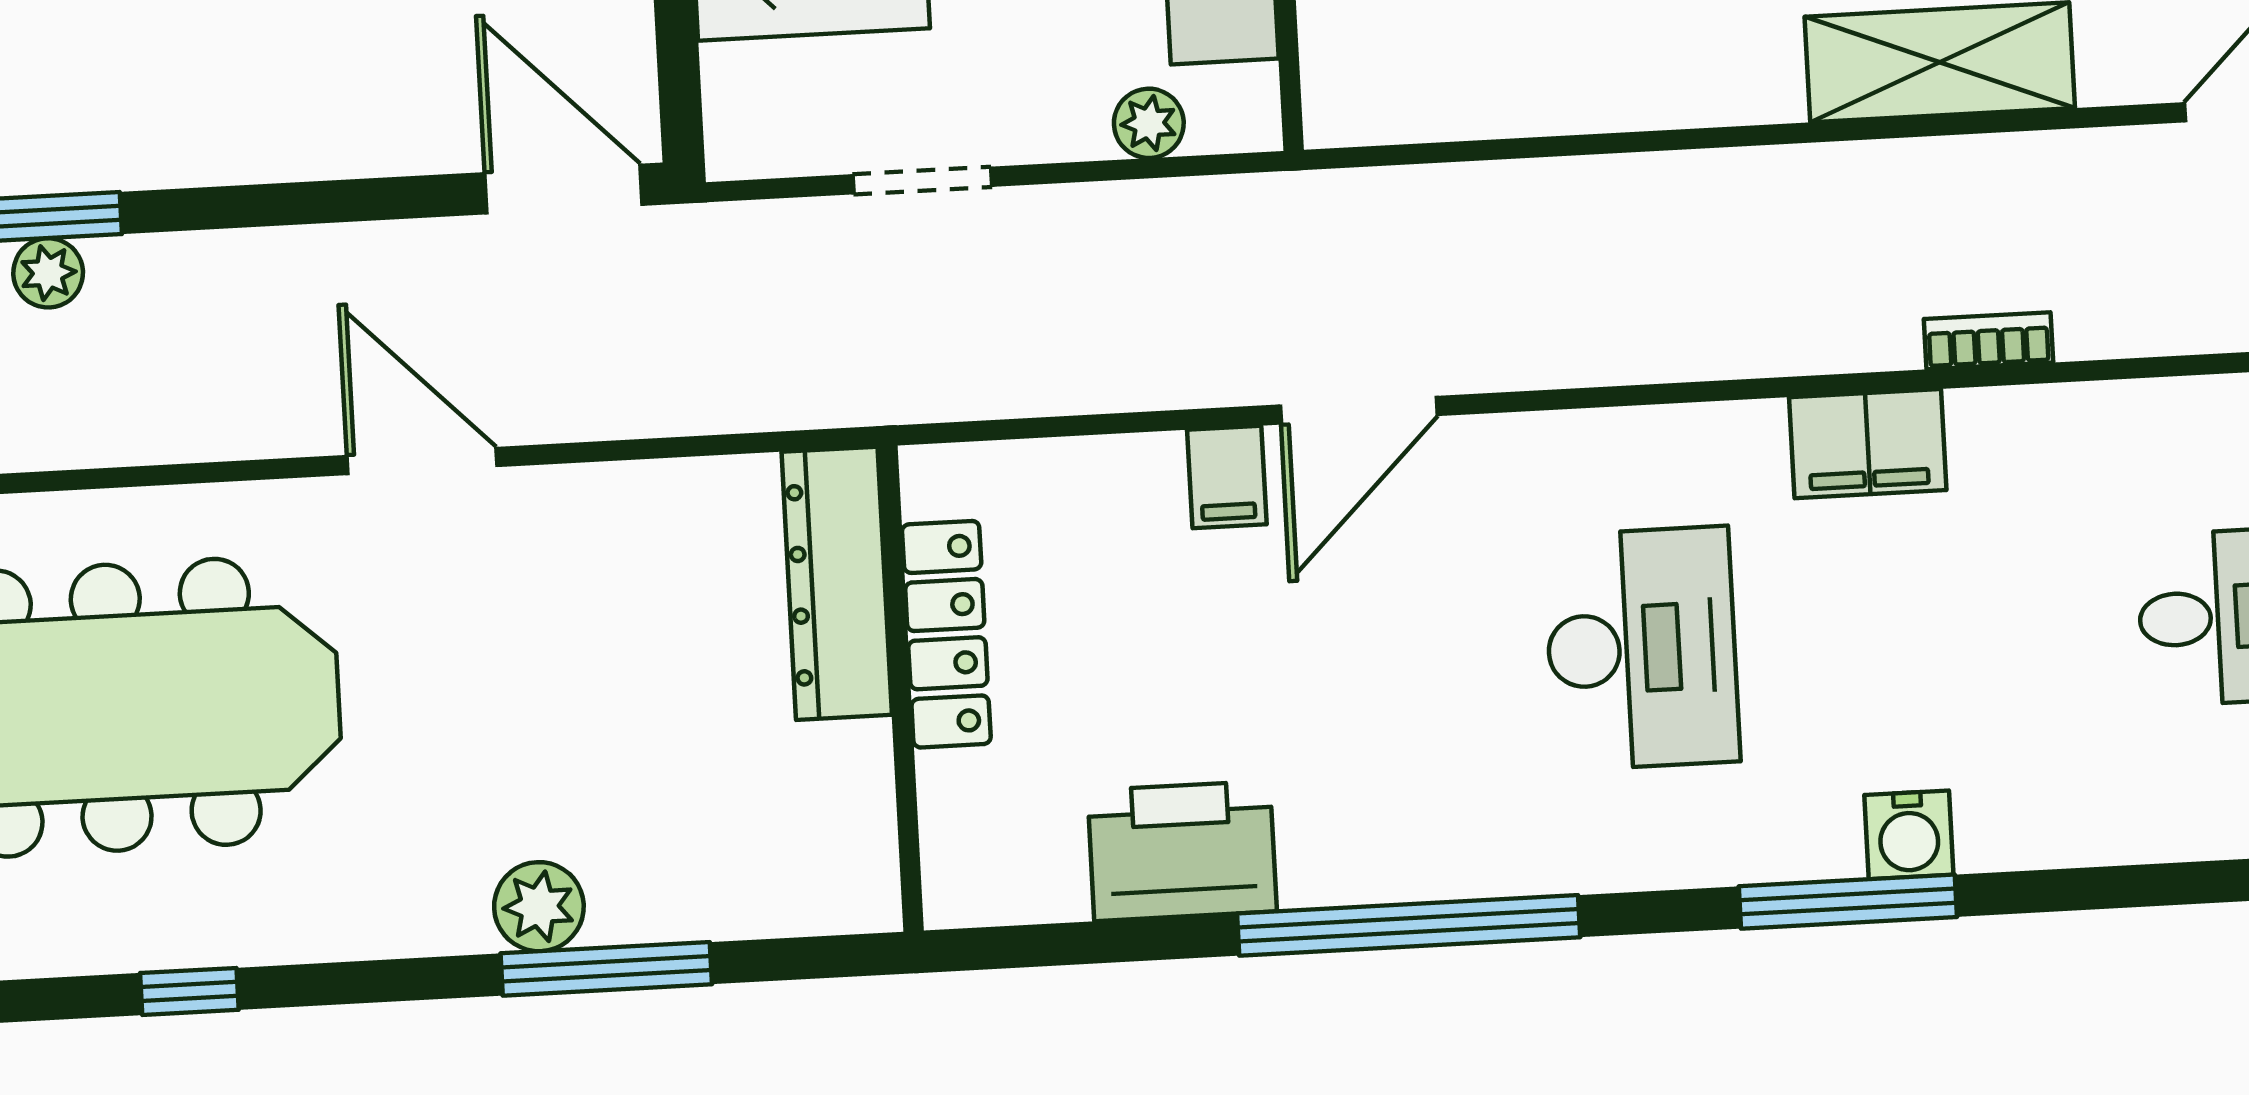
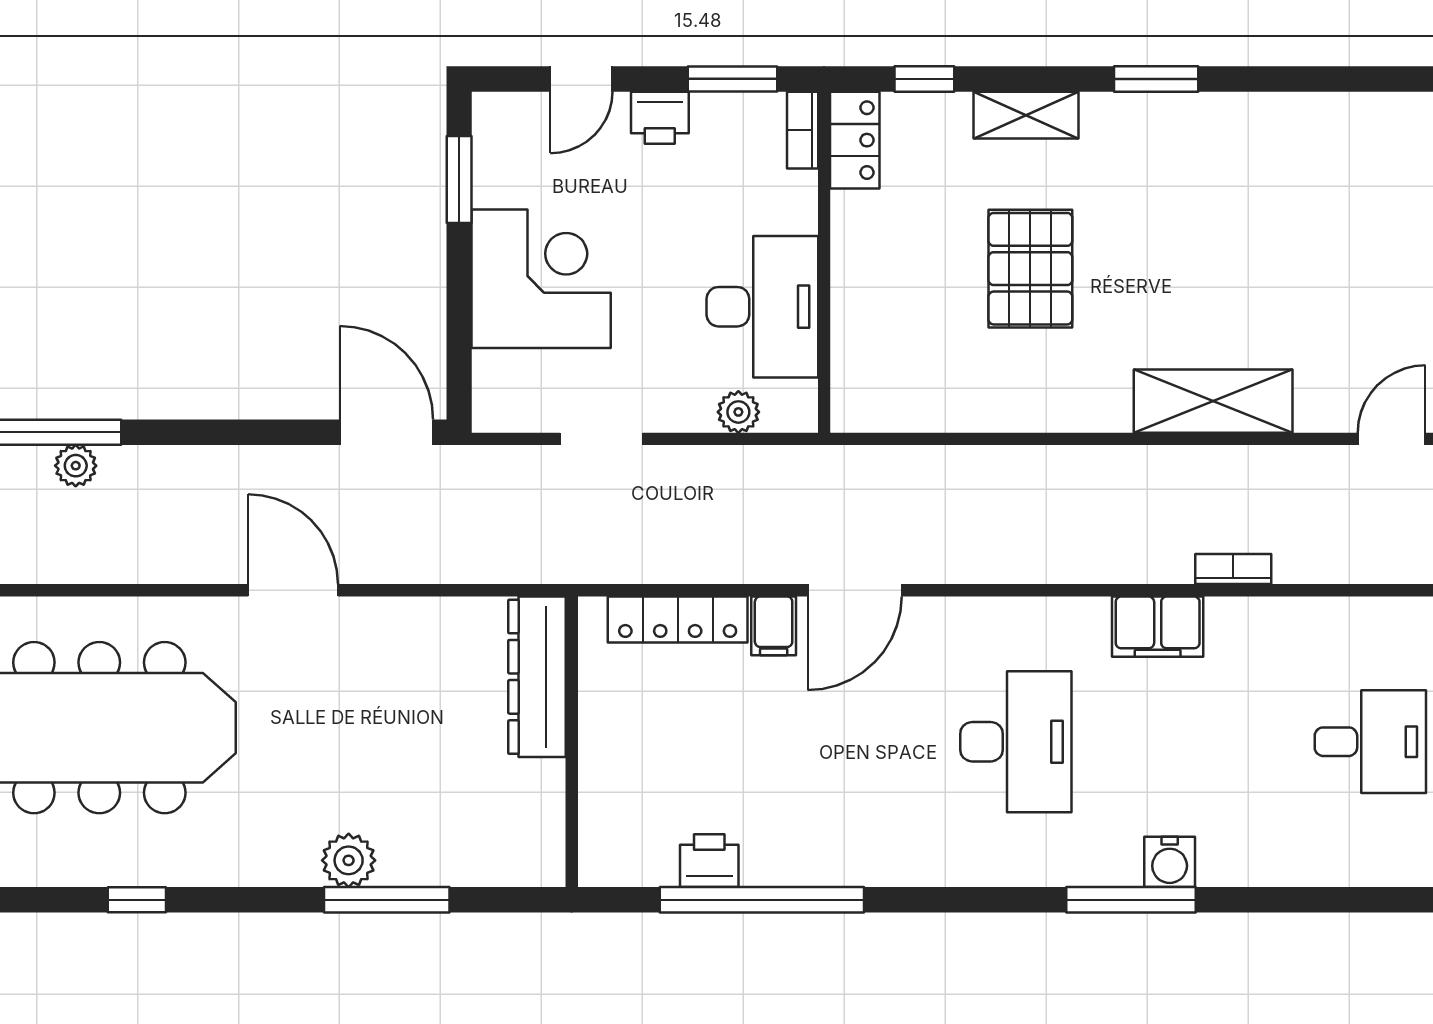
locker: (946, 634) -> (678, 619), moved, turned 90
printer: (1182, 851) -> (709, 861), width x0.53, depth x0.68
window: (1409, 925) -> (762, 900), moved

